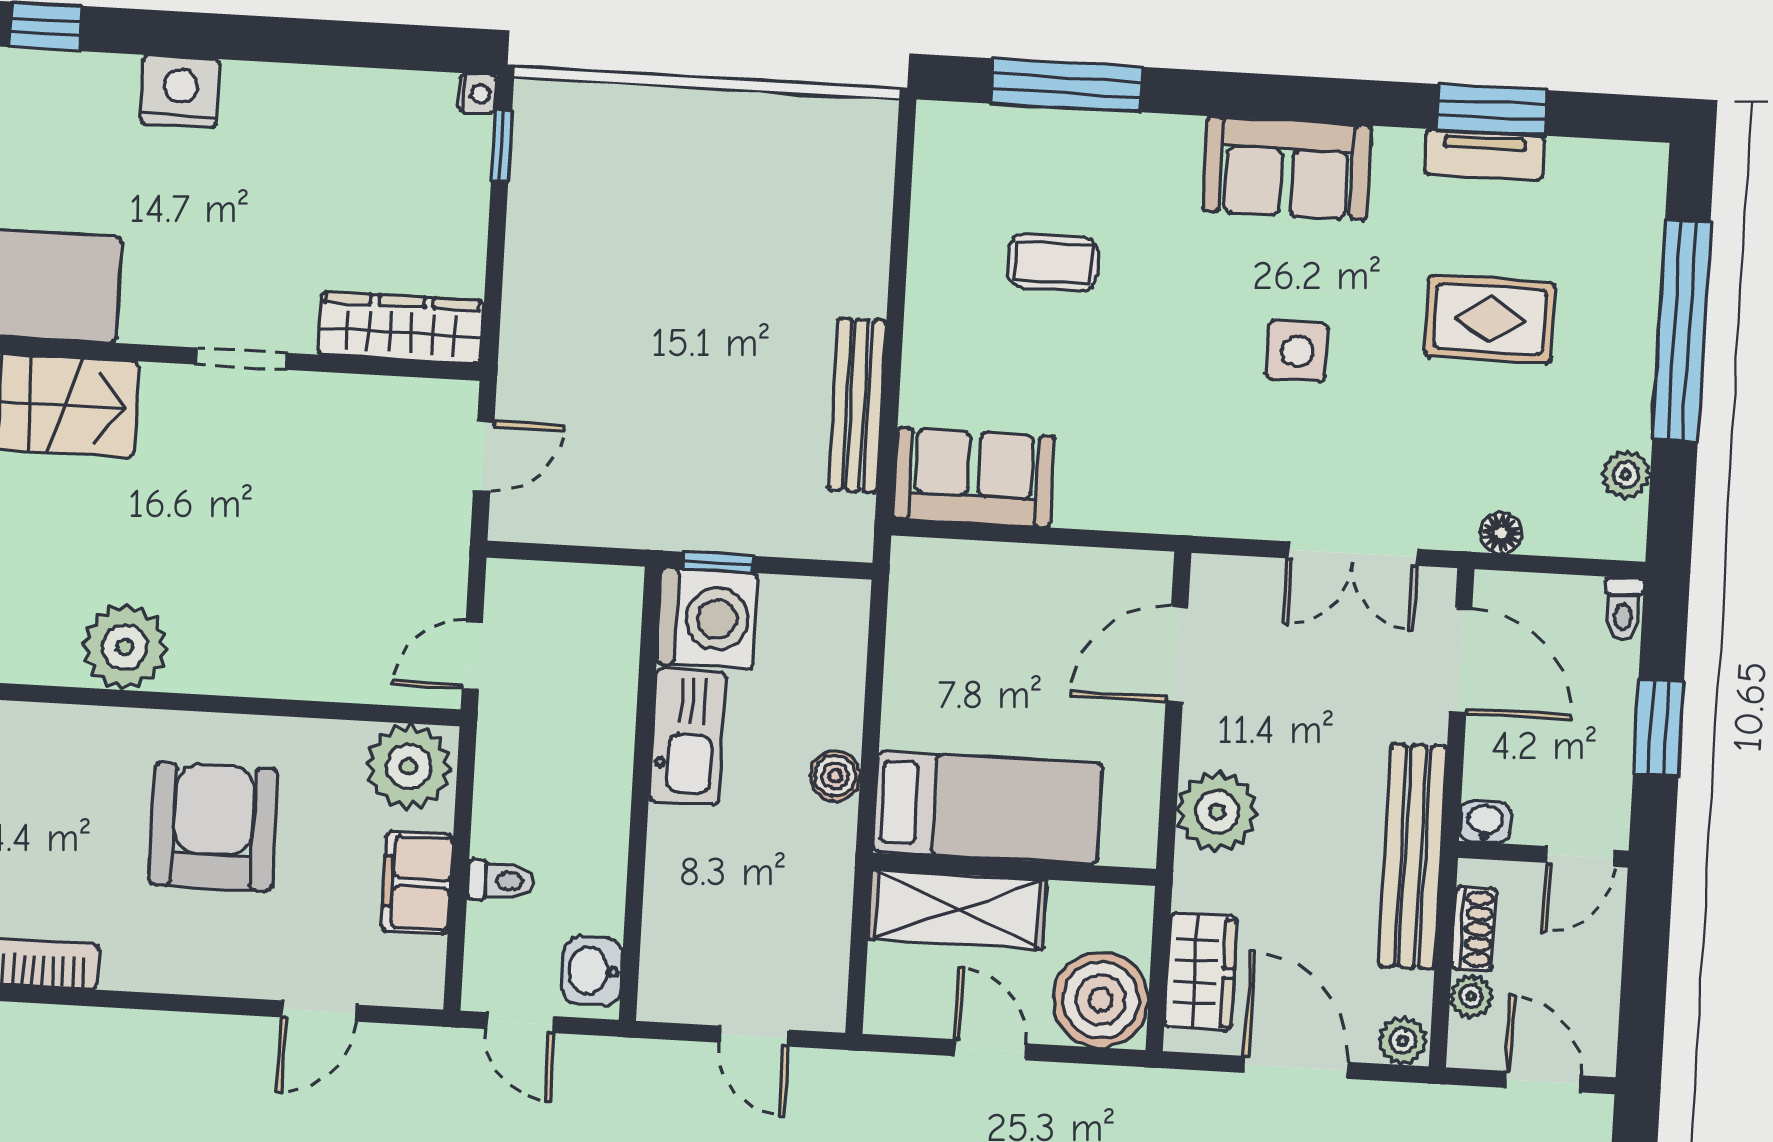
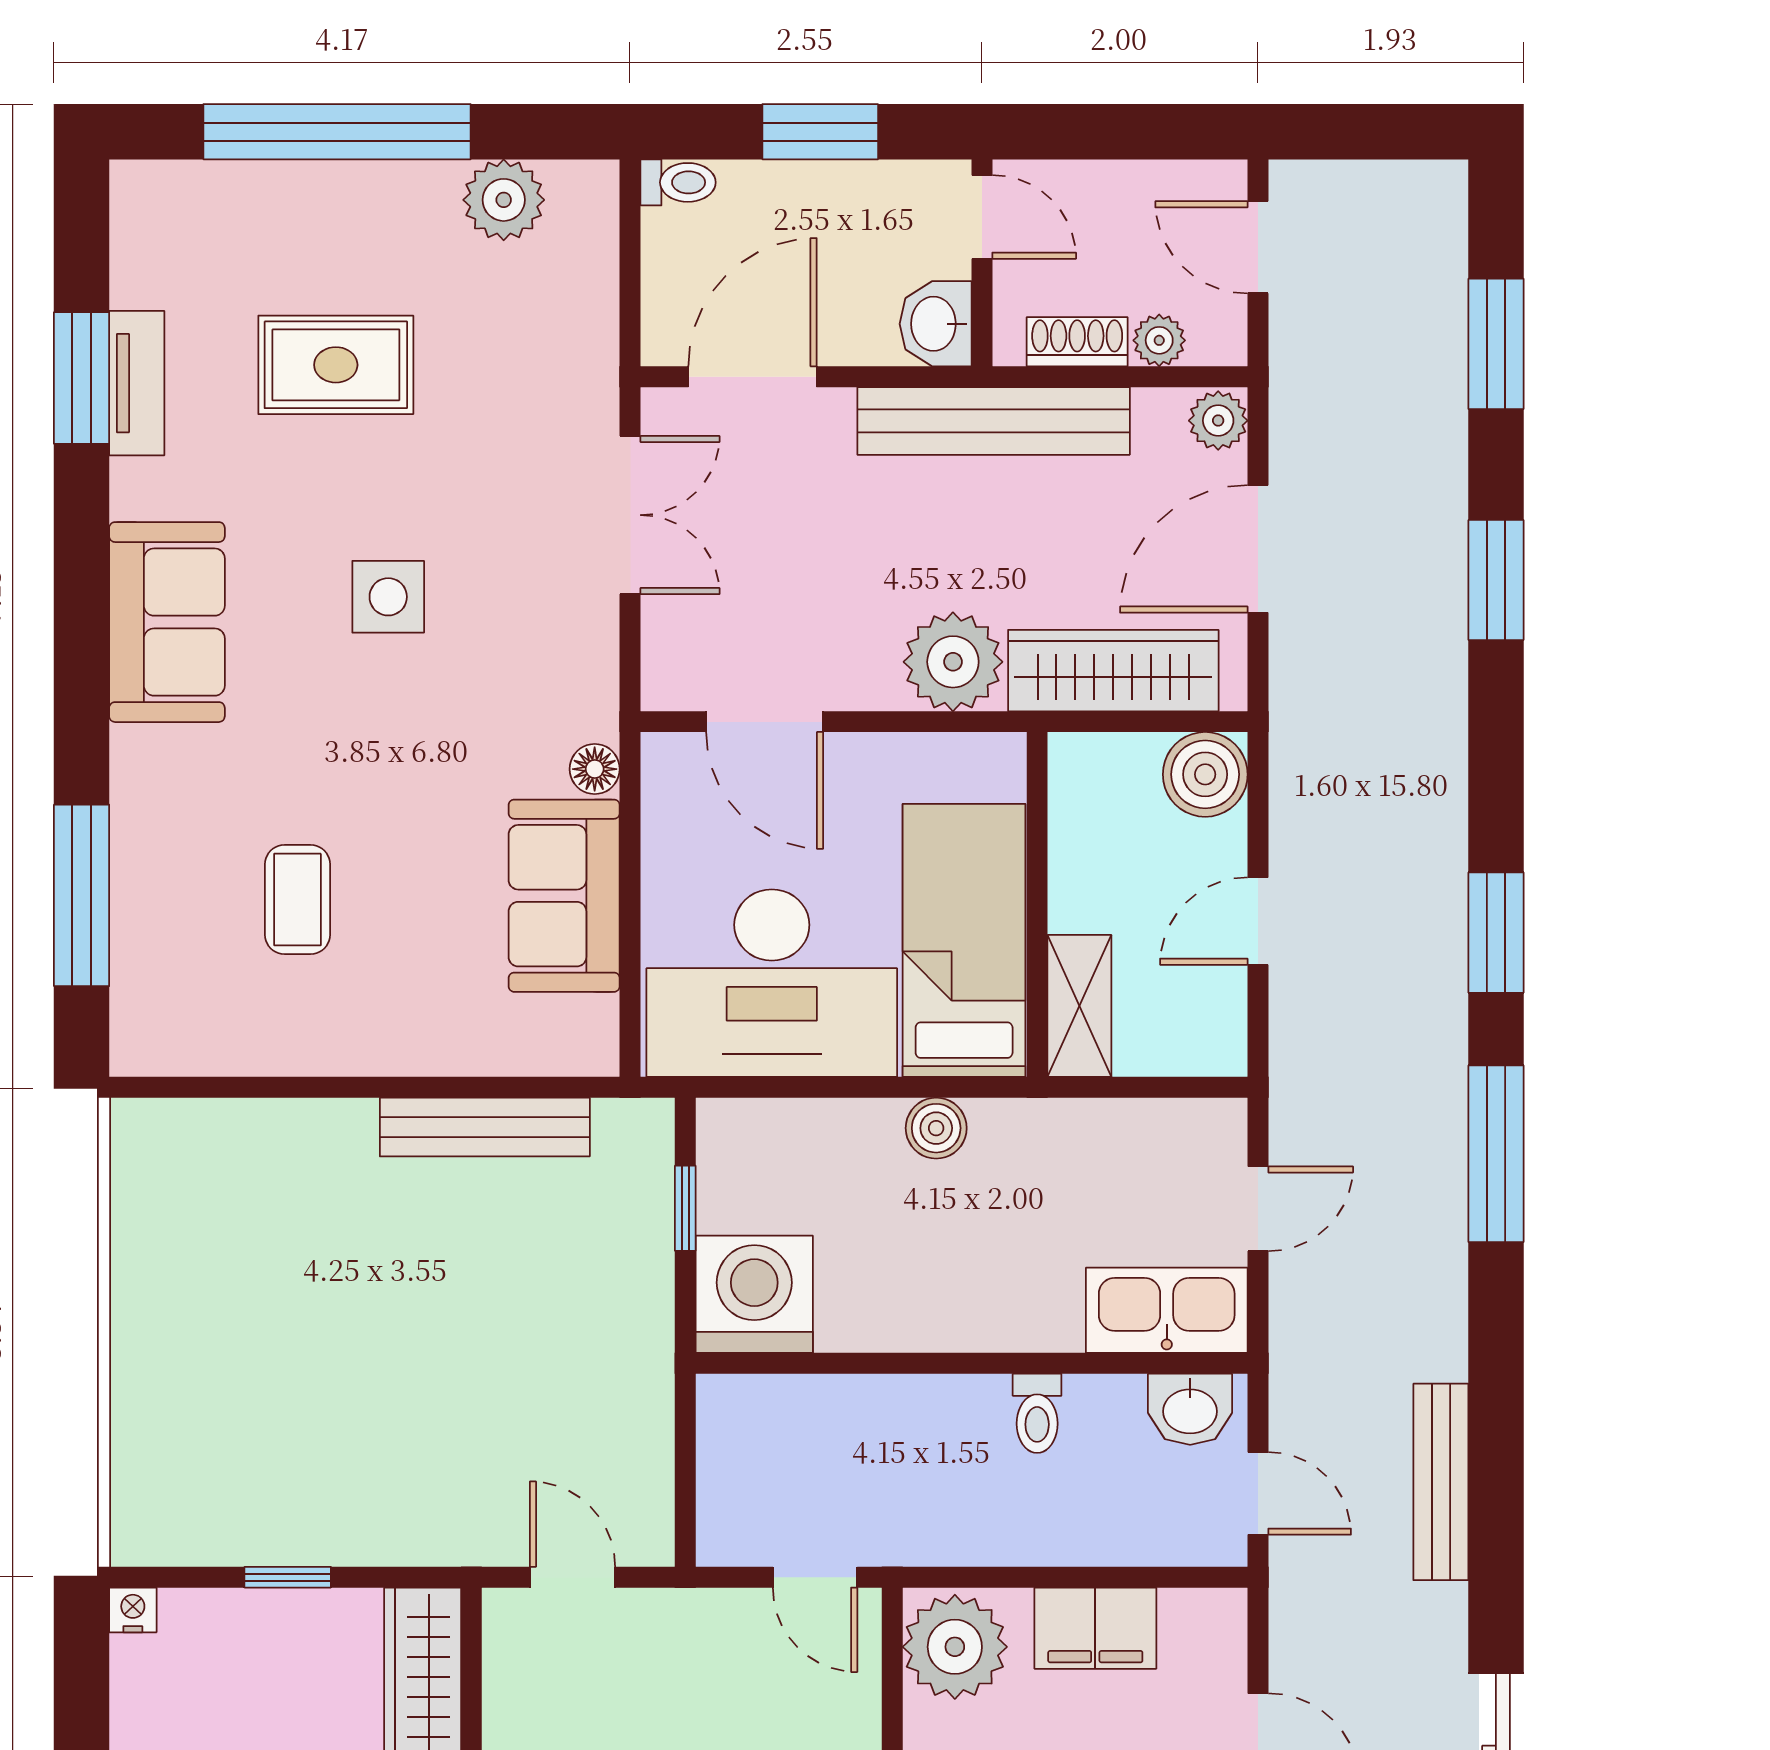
window: (502, 145) -> (288, 1577), moved
rug: (1490, 319) -> (336, 365), turned 90
plant: (1626, 474) -> (504, 200), width x1.38, depth x1.38
sofa: (974, 477) -> (564, 896), moved
floor lamp: (1501, 533) -> (595, 769), moved
window: (718, 562) -> (685, 1208), moved
desk: (962, 648) -> (772, 983), added
kitchen sink: (687, 737) -> (1167, 1310), moved
washbasin: (1485, 822) -> (936, 324), width x1.38, depth x1.45
toilet: (500, 881) -> (1037, 1413), moved, turned 180
shelving: (957, 910) -> (1079, 1006), width x0.67, depth x0.75
wardrobe: (1201, 972) -> (1113, 671), width x1.50
boiler: (1101, 1000) -> (1205, 774), width x0.73, depth x0.73
door: (520, 1023) -> (1258, 1493), hinge flipped
door: (1543, 1082) -> (1258, 247), hinge flipped

